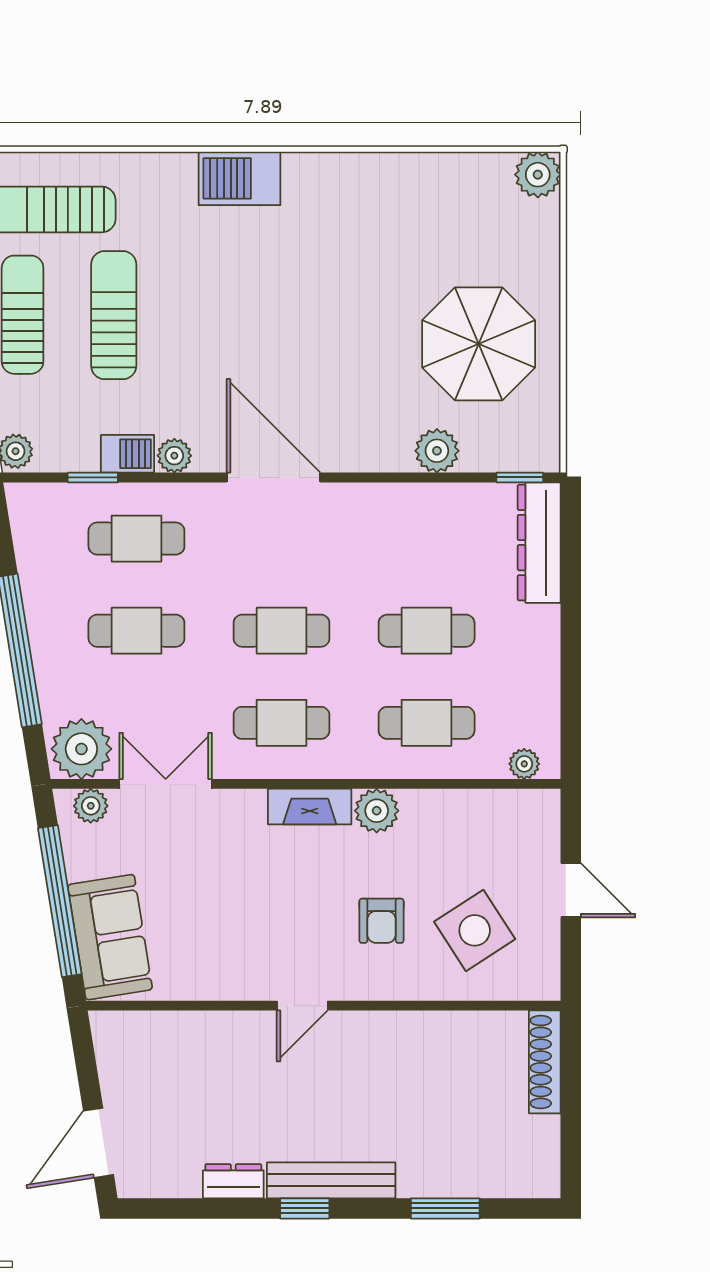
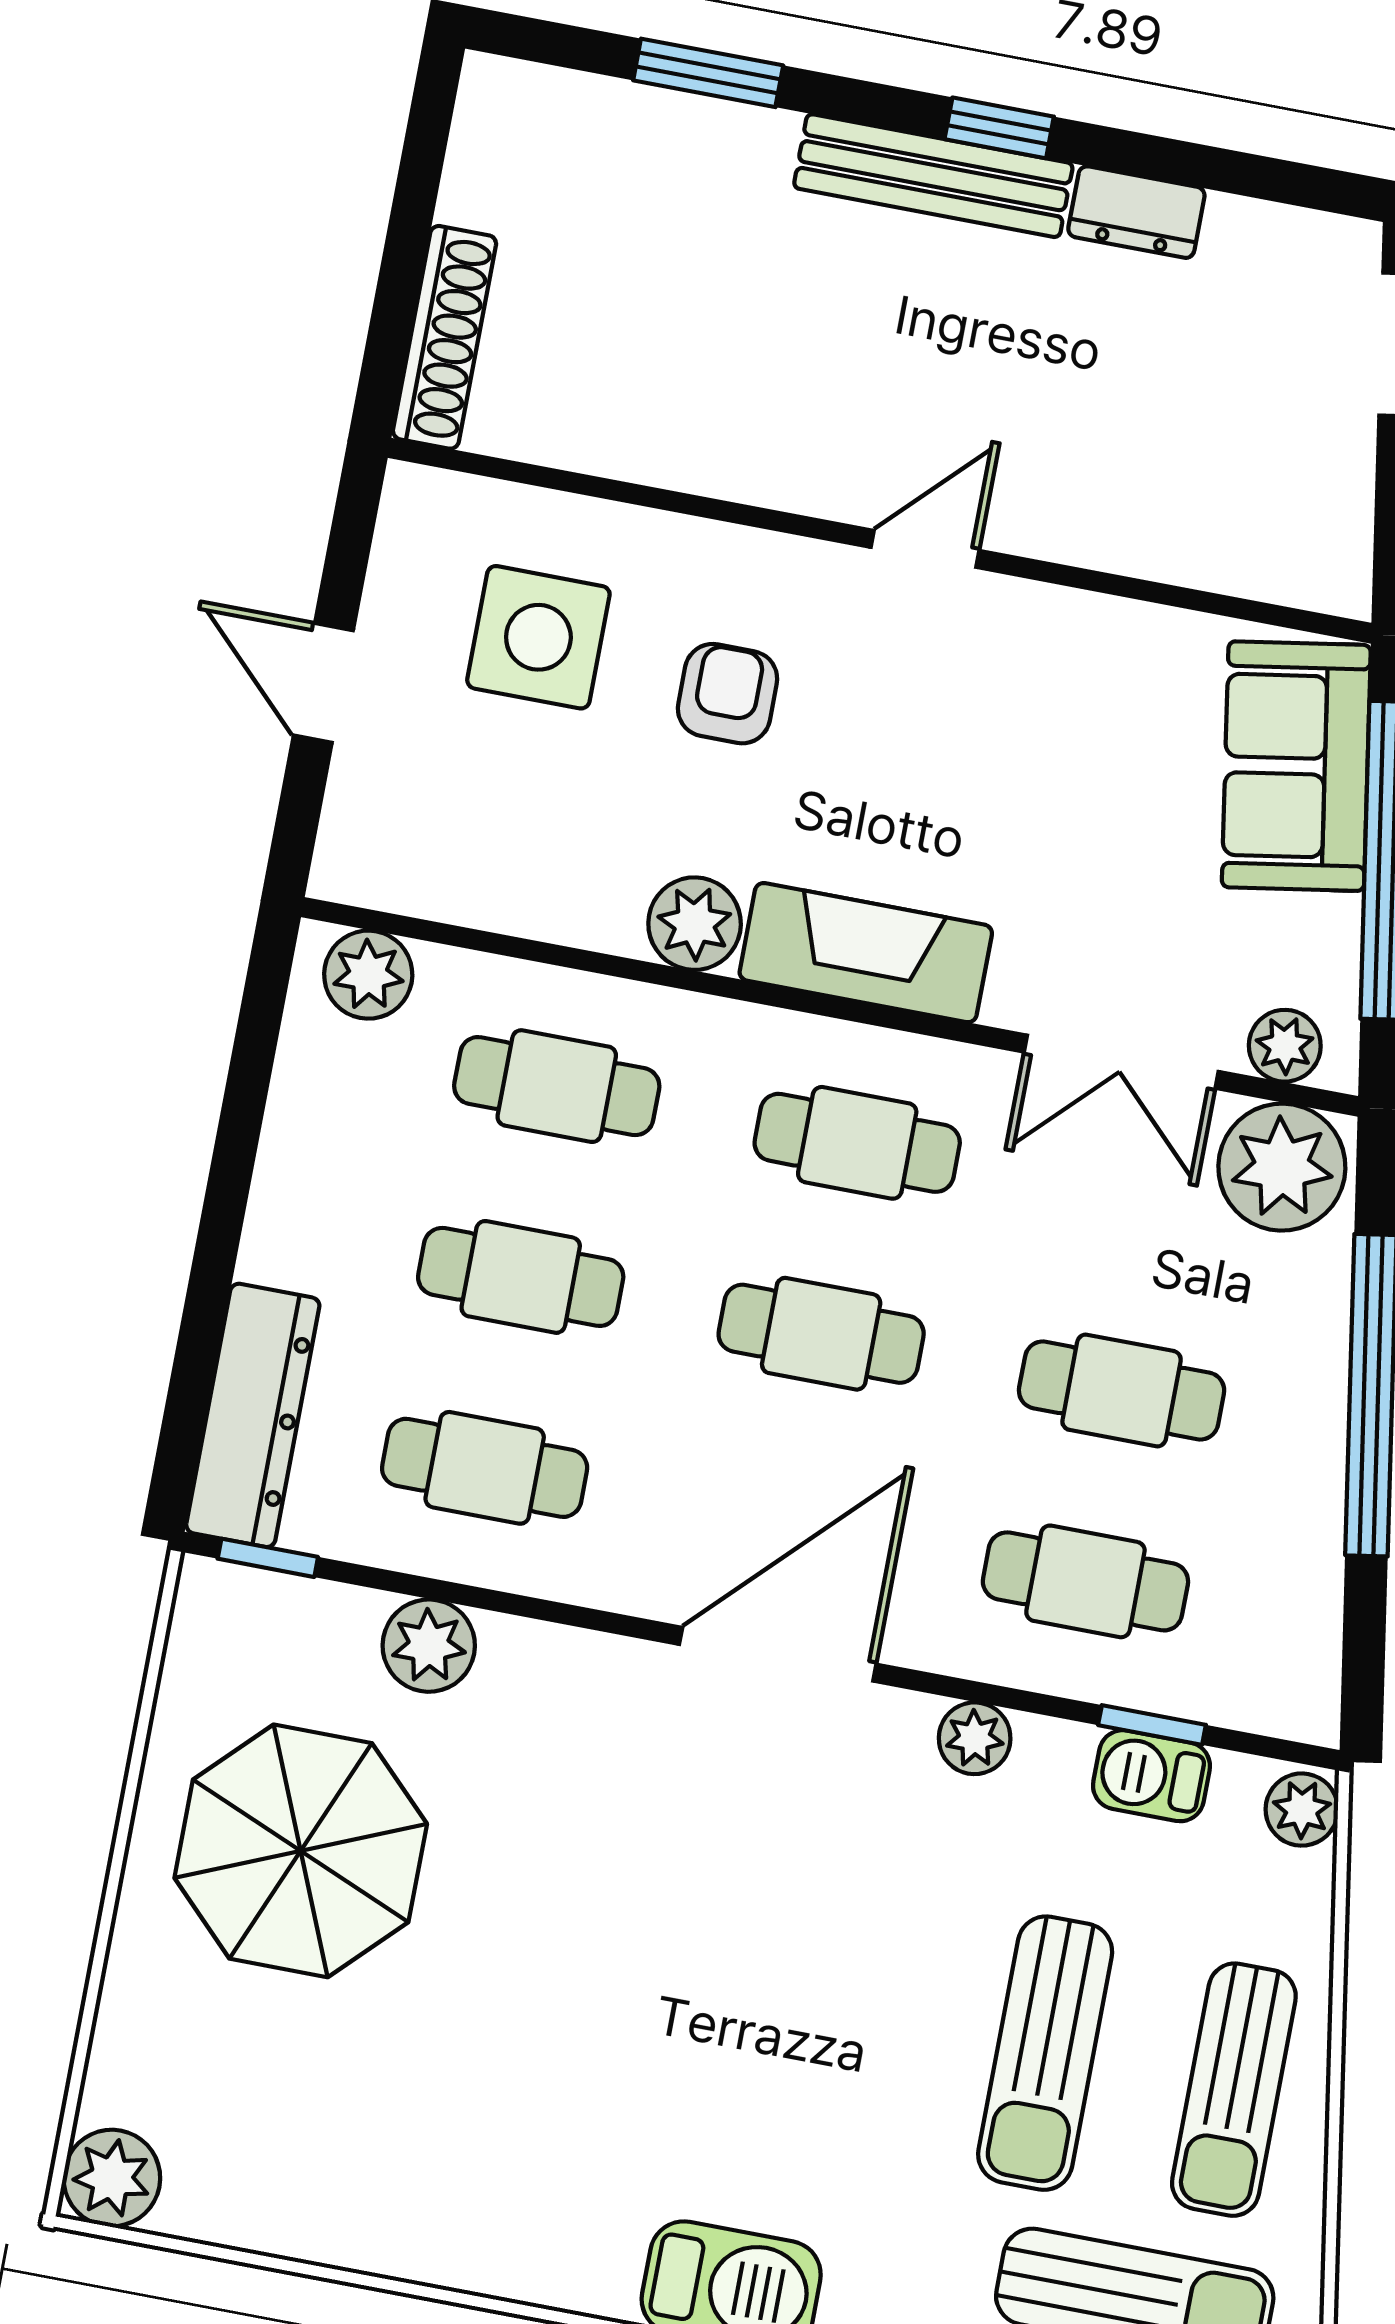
barbecue: (127, 454) -> (1151, 1776), moved
door: (274, 477) -> (778, 1654), swing flipped
cafe table: (427, 539) -> (485, 1468), added
plant: (524, 764) -> (368, 975), width x1.38, depth x1.38
fireplace: (310, 807) -> (866, 953), width x1.37, depth x1.32
side table: (475, 930) -> (538, 637), turned 33

